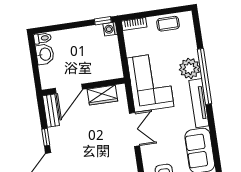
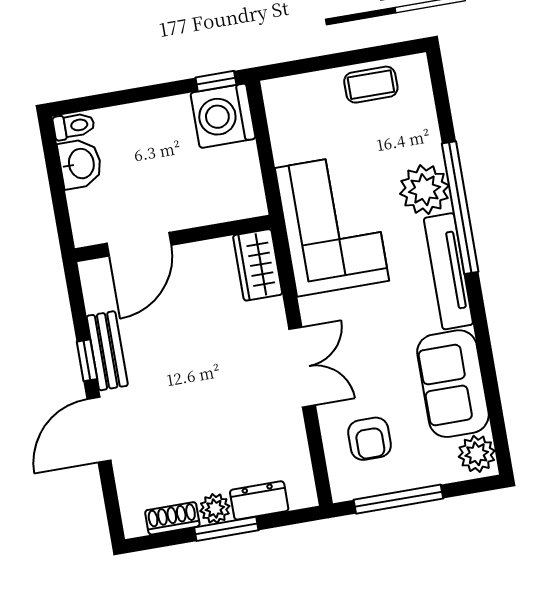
bookcase: (134, 24) -> (290, 87), removed
washing machine: (110, 29) -> (223, 116), width x1.89, depth x1.89
wardrobe: (102, 95) -> (258, 265), moved, turned 90
bench: (51, 111) -> (107, 351), moved
double door: (135, 129) -> (302, 367), moved

